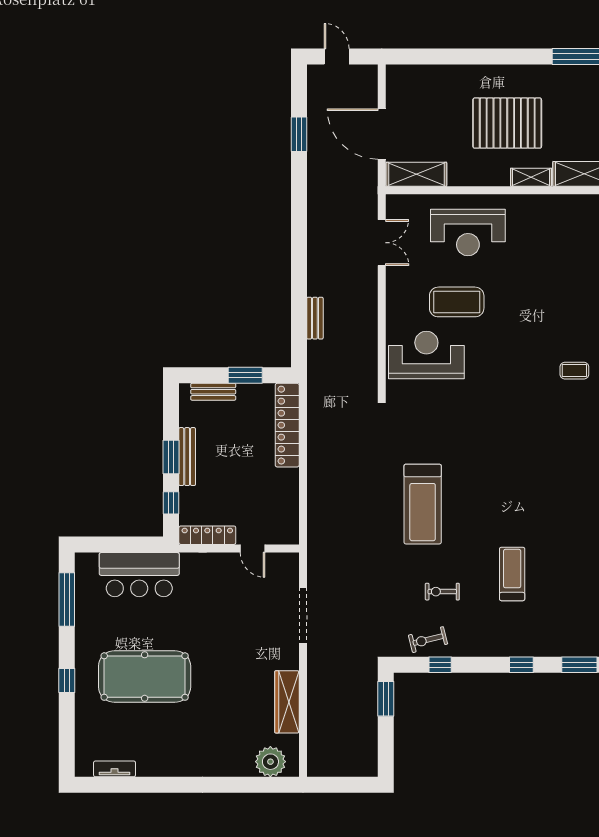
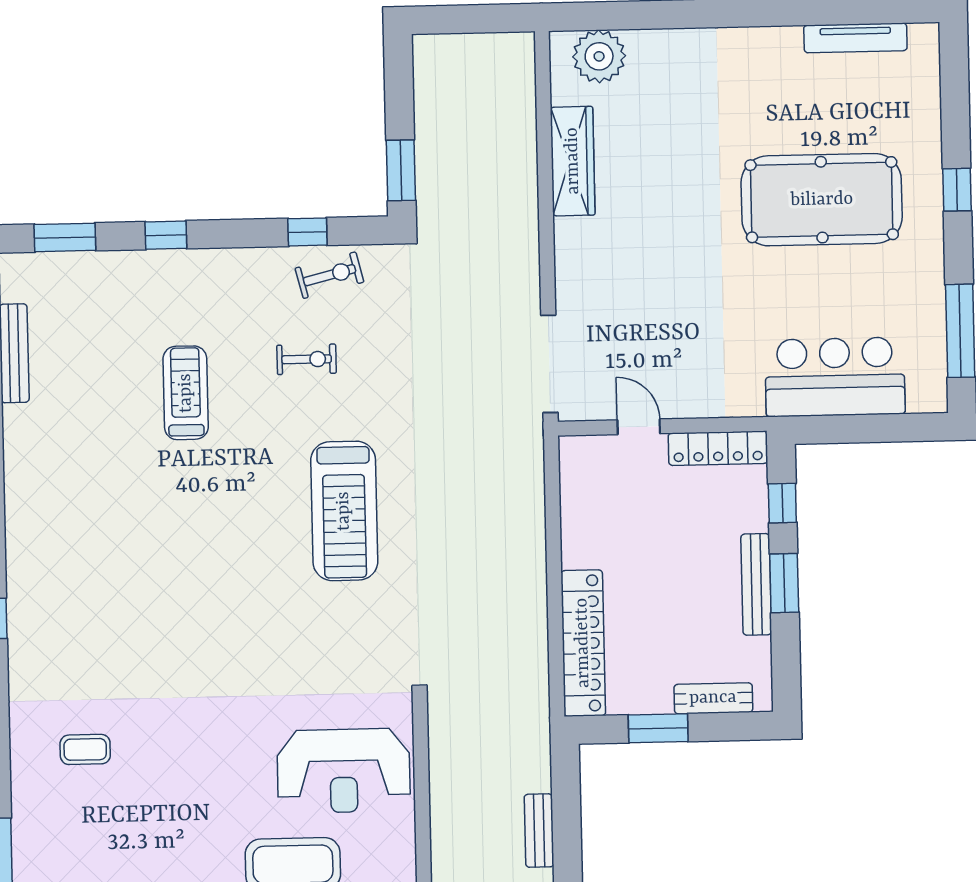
treadmill: (423, 504) -> (344, 511), turned 180
treadmill: (512, 574) -> (186, 393), turned 180
doorway: (303, 615) -> (549, 364), moved
tv unit: (115, 769) -> (855, 38), width x1.41

